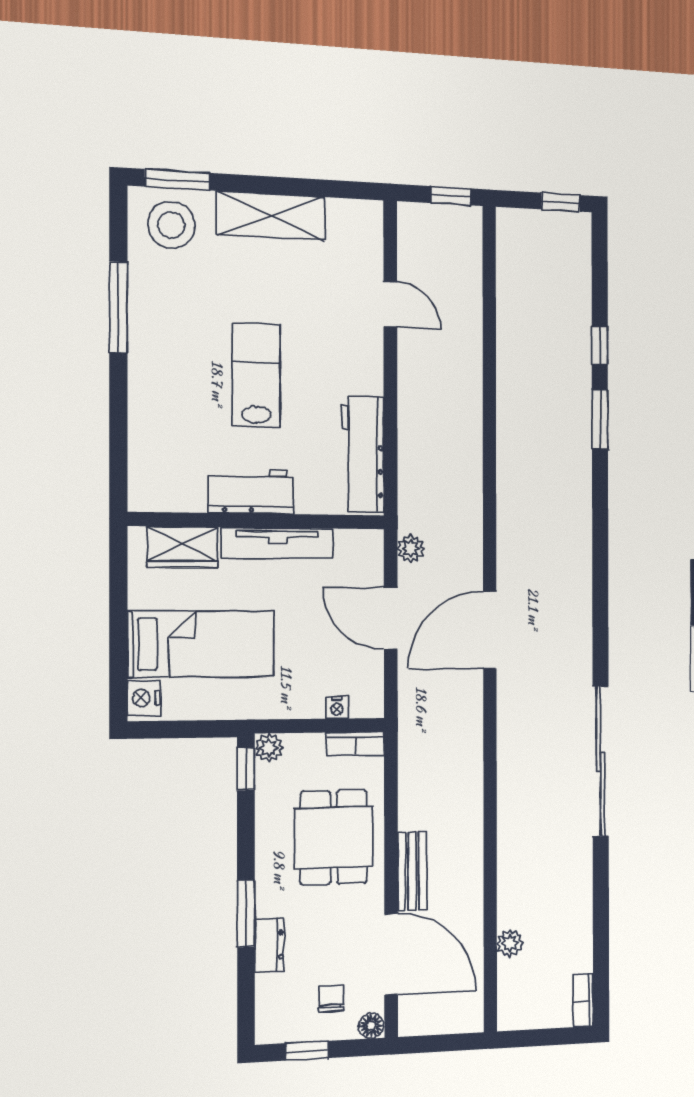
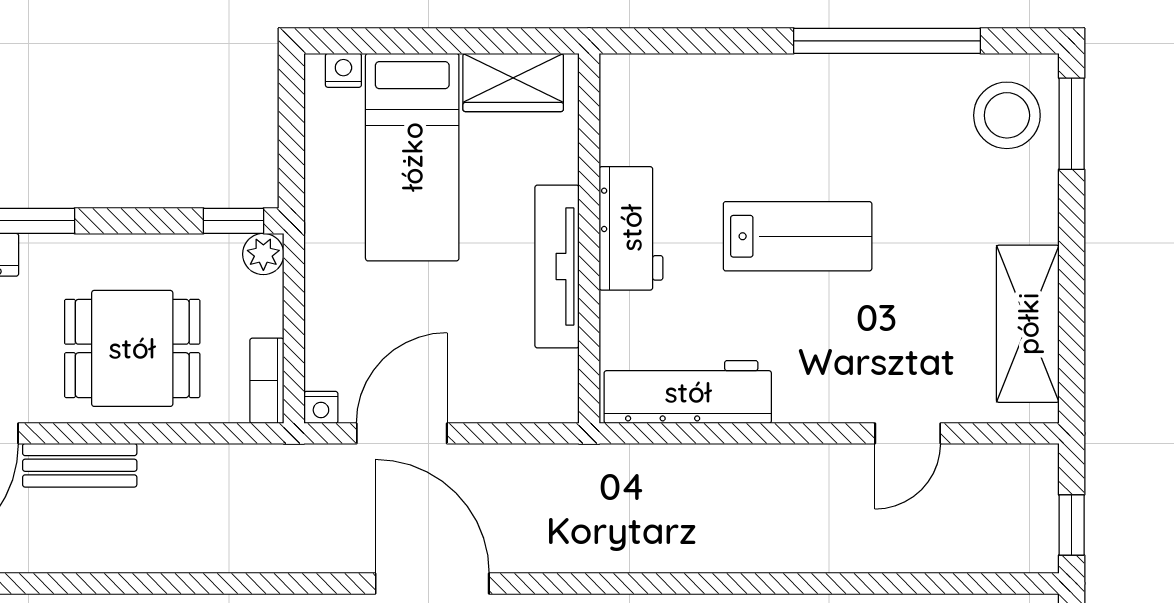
shelving: (271, 216) -> (1028, 324), moved
window: (118, 307) -> (887, 41), width x1.46
wardrobe: (183, 547) -> (513, 82), moved, turned -90
plant: (411, 549) -> (551, 464), removed
door: (391, 619) -> (402, 433), moved
nightstand: (144, 698) -> (343, 70), width x0.72, depth x0.74
nightstand: (337, 707) -> (321, 407), moved, turned -90

